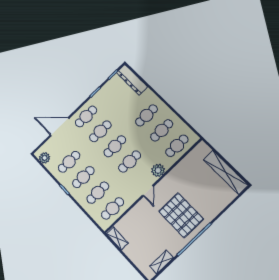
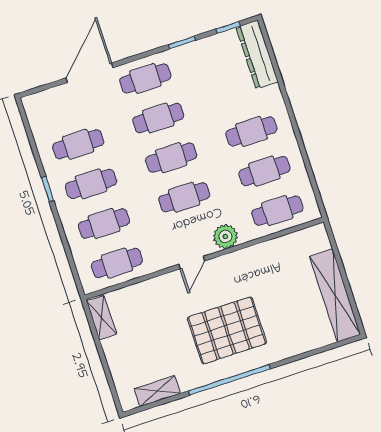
door: (60, 127) -> (89, 73), hinge flipped
plant: (45, 158) -> (37, 115), removed
pallet: (181, 215) -> (227, 330), turned 90

